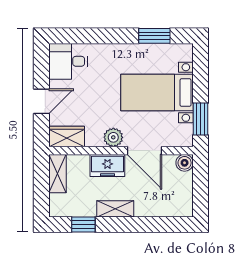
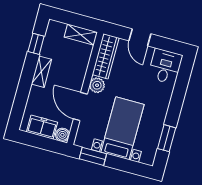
wardrobe: (67, 137) -> (106, 56), width x1.50
door: (145, 151) -> (80, 107), hinge flipped
freezer: (107, 165) -> (42, 127), moved, turned 90

